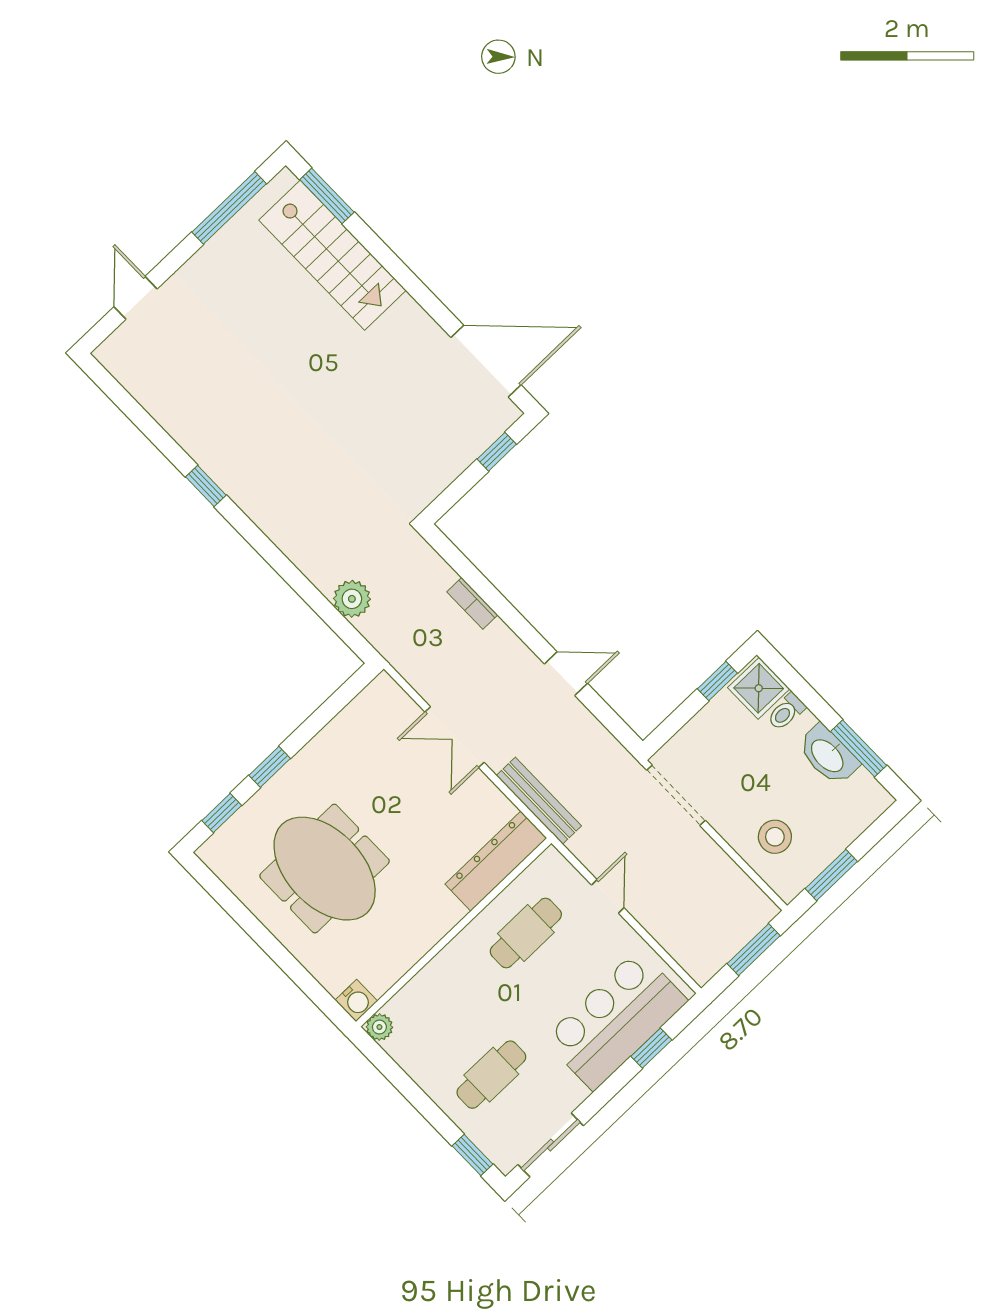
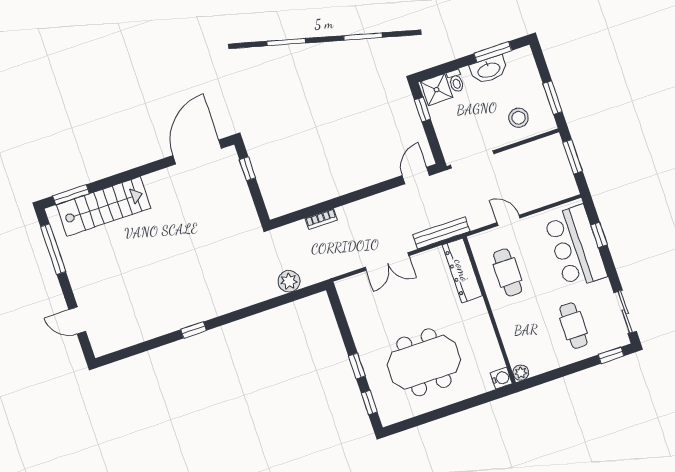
door: (566, 674) -> (416, 176), moved

